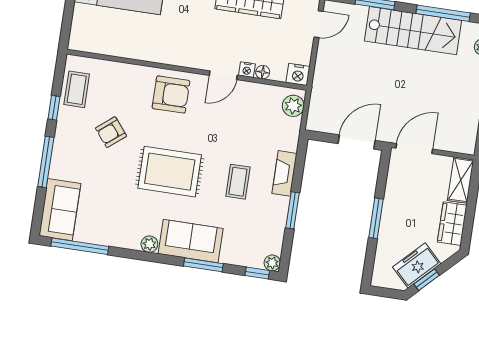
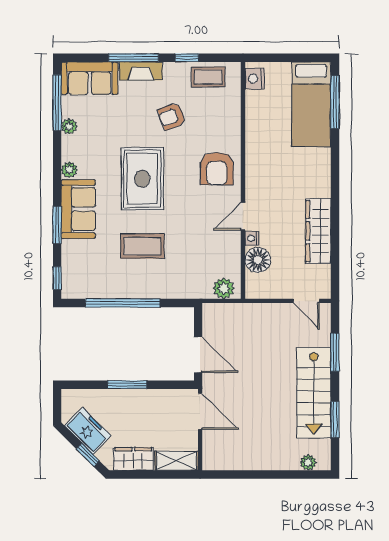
window: (443, 13) -> (335, 420), width x0.69
floor lamp: (263, 72) -> (258, 260), width x1.89, depth x1.89
nightstand: (298, 74) -> (255, 78), moved
door: (223, 75) -> (243, 216), hinge flipped
armchair: (111, 132) -> (172, 116), turned -71
fireplace: (284, 173) -> (141, 71), moved, turned 180
coffee table: (238, 182) -> (142, 246), width x1.36, depth x1.30
window: (293, 210) -> (123, 303), width x2.11
plant: (272, 263) -> (69, 126), moved
window: (427, 280) -> (88, 455), moved

